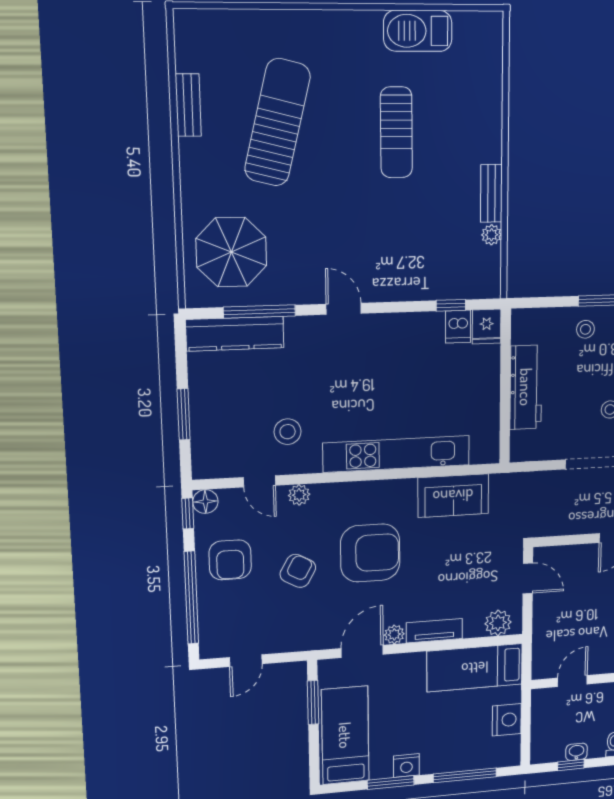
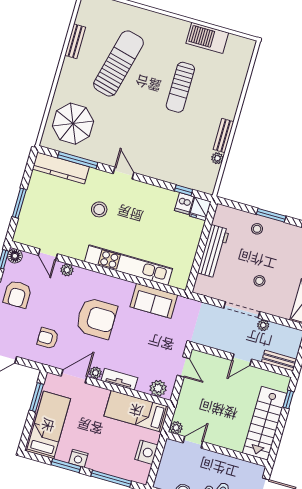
stool: (288, 432) -> (99, 209), moved
armchair: (298, 571) -> (48, 338), moved, turned -119
plant: (541, 669) -> (176, 428), added

